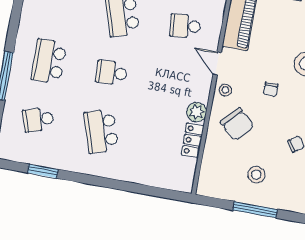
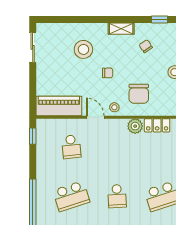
door: (217, 63) -> (95, 117), swing flipped
chair: (237, 124) -> (139, 94), turned 137

